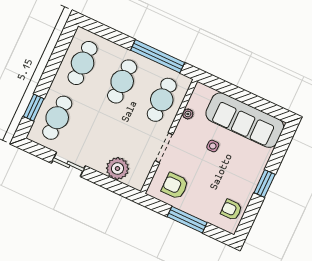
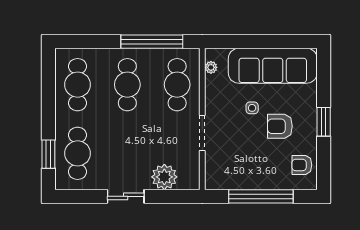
plant: (188, 114) -> (211, 67), moved
sliding door: (68, 164) -> (126, 196), moved
armchair: (175, 186) -> (280, 126), moved
window: (187, 220) -> (261, 196), width x1.46

